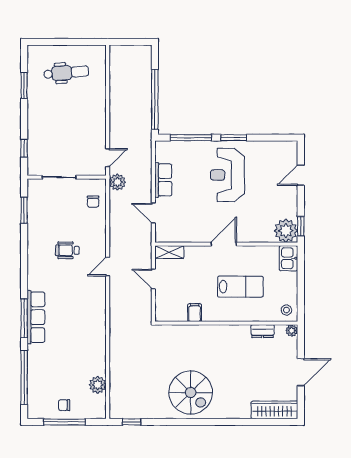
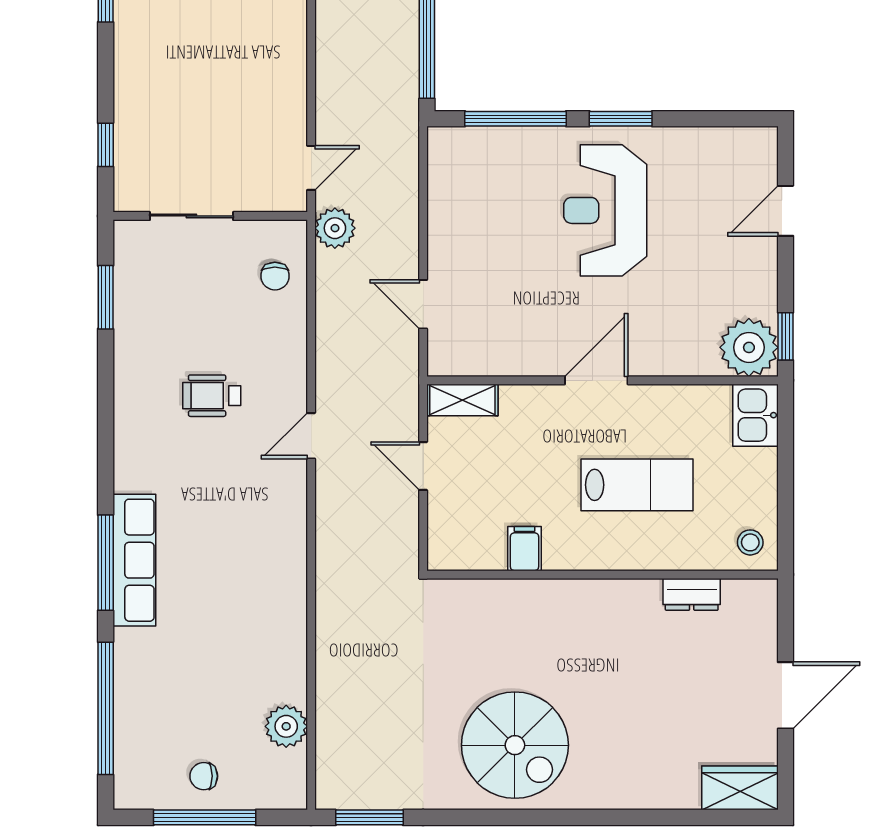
row of seats: (163, 180) -> (447, 223), removed
plant: (292, 331) -> (763, 593), removed
wardrobe: (274, 410) -> (740, 788), width x0.67
window: (131, 422) -> (369, 817), width x1.50

